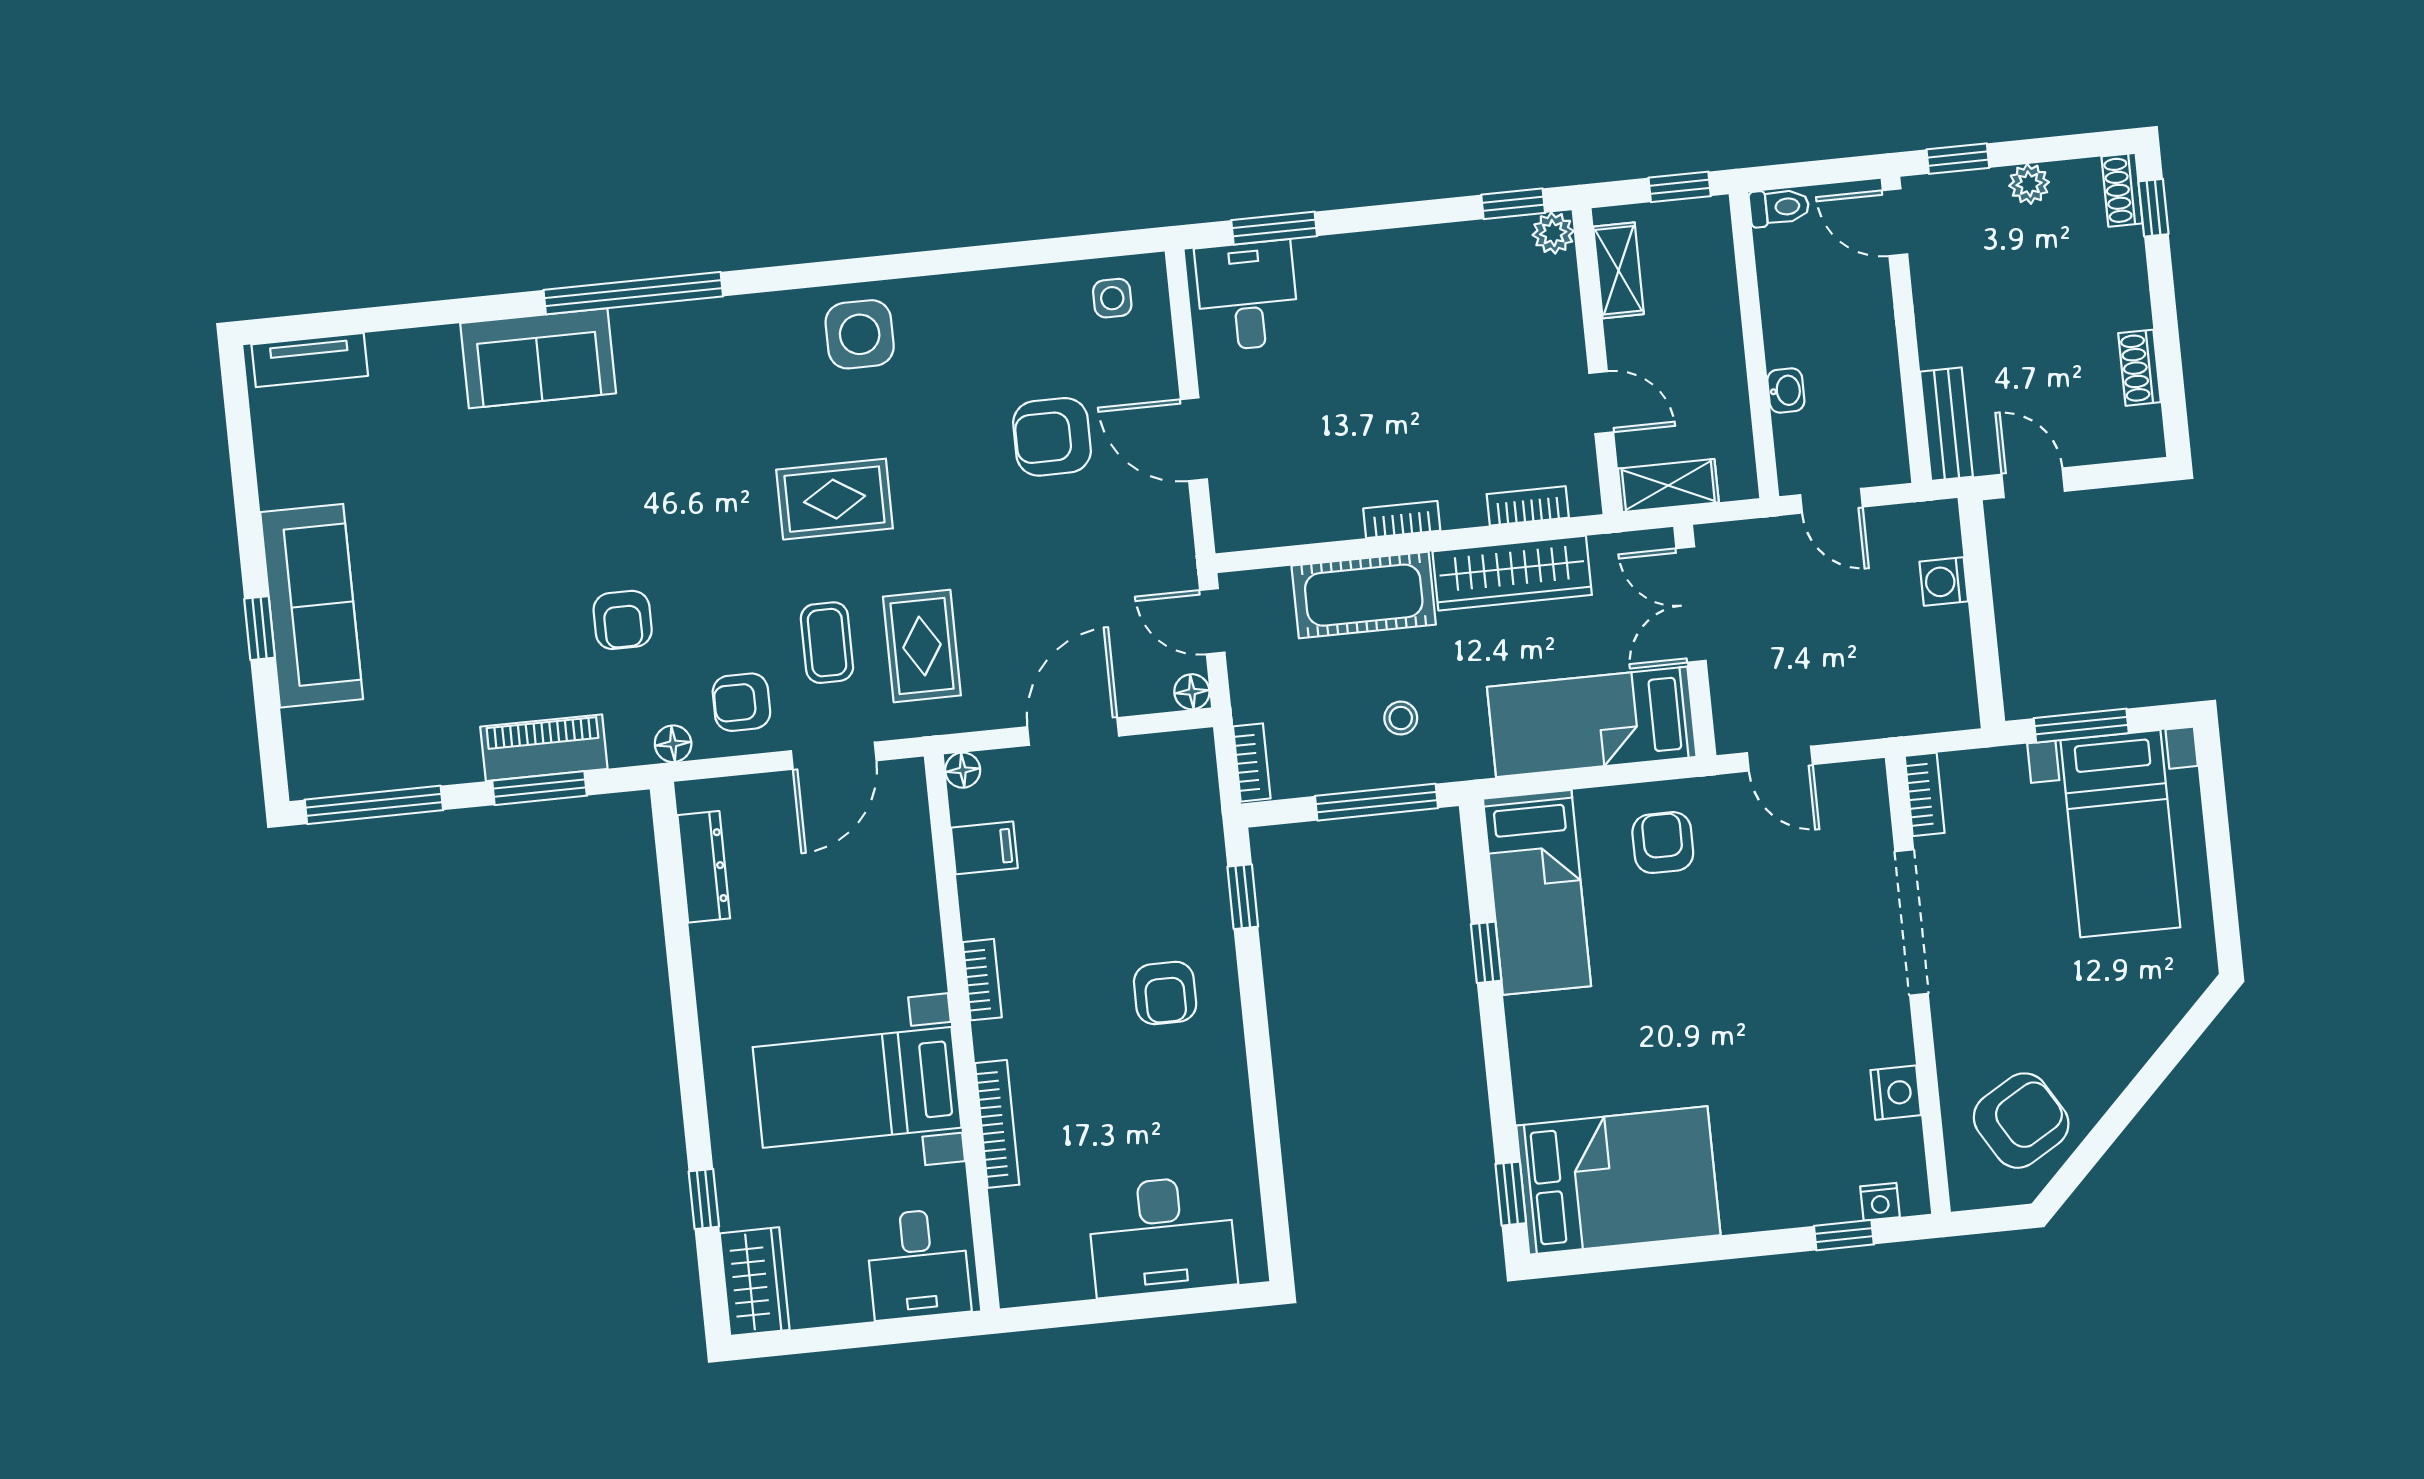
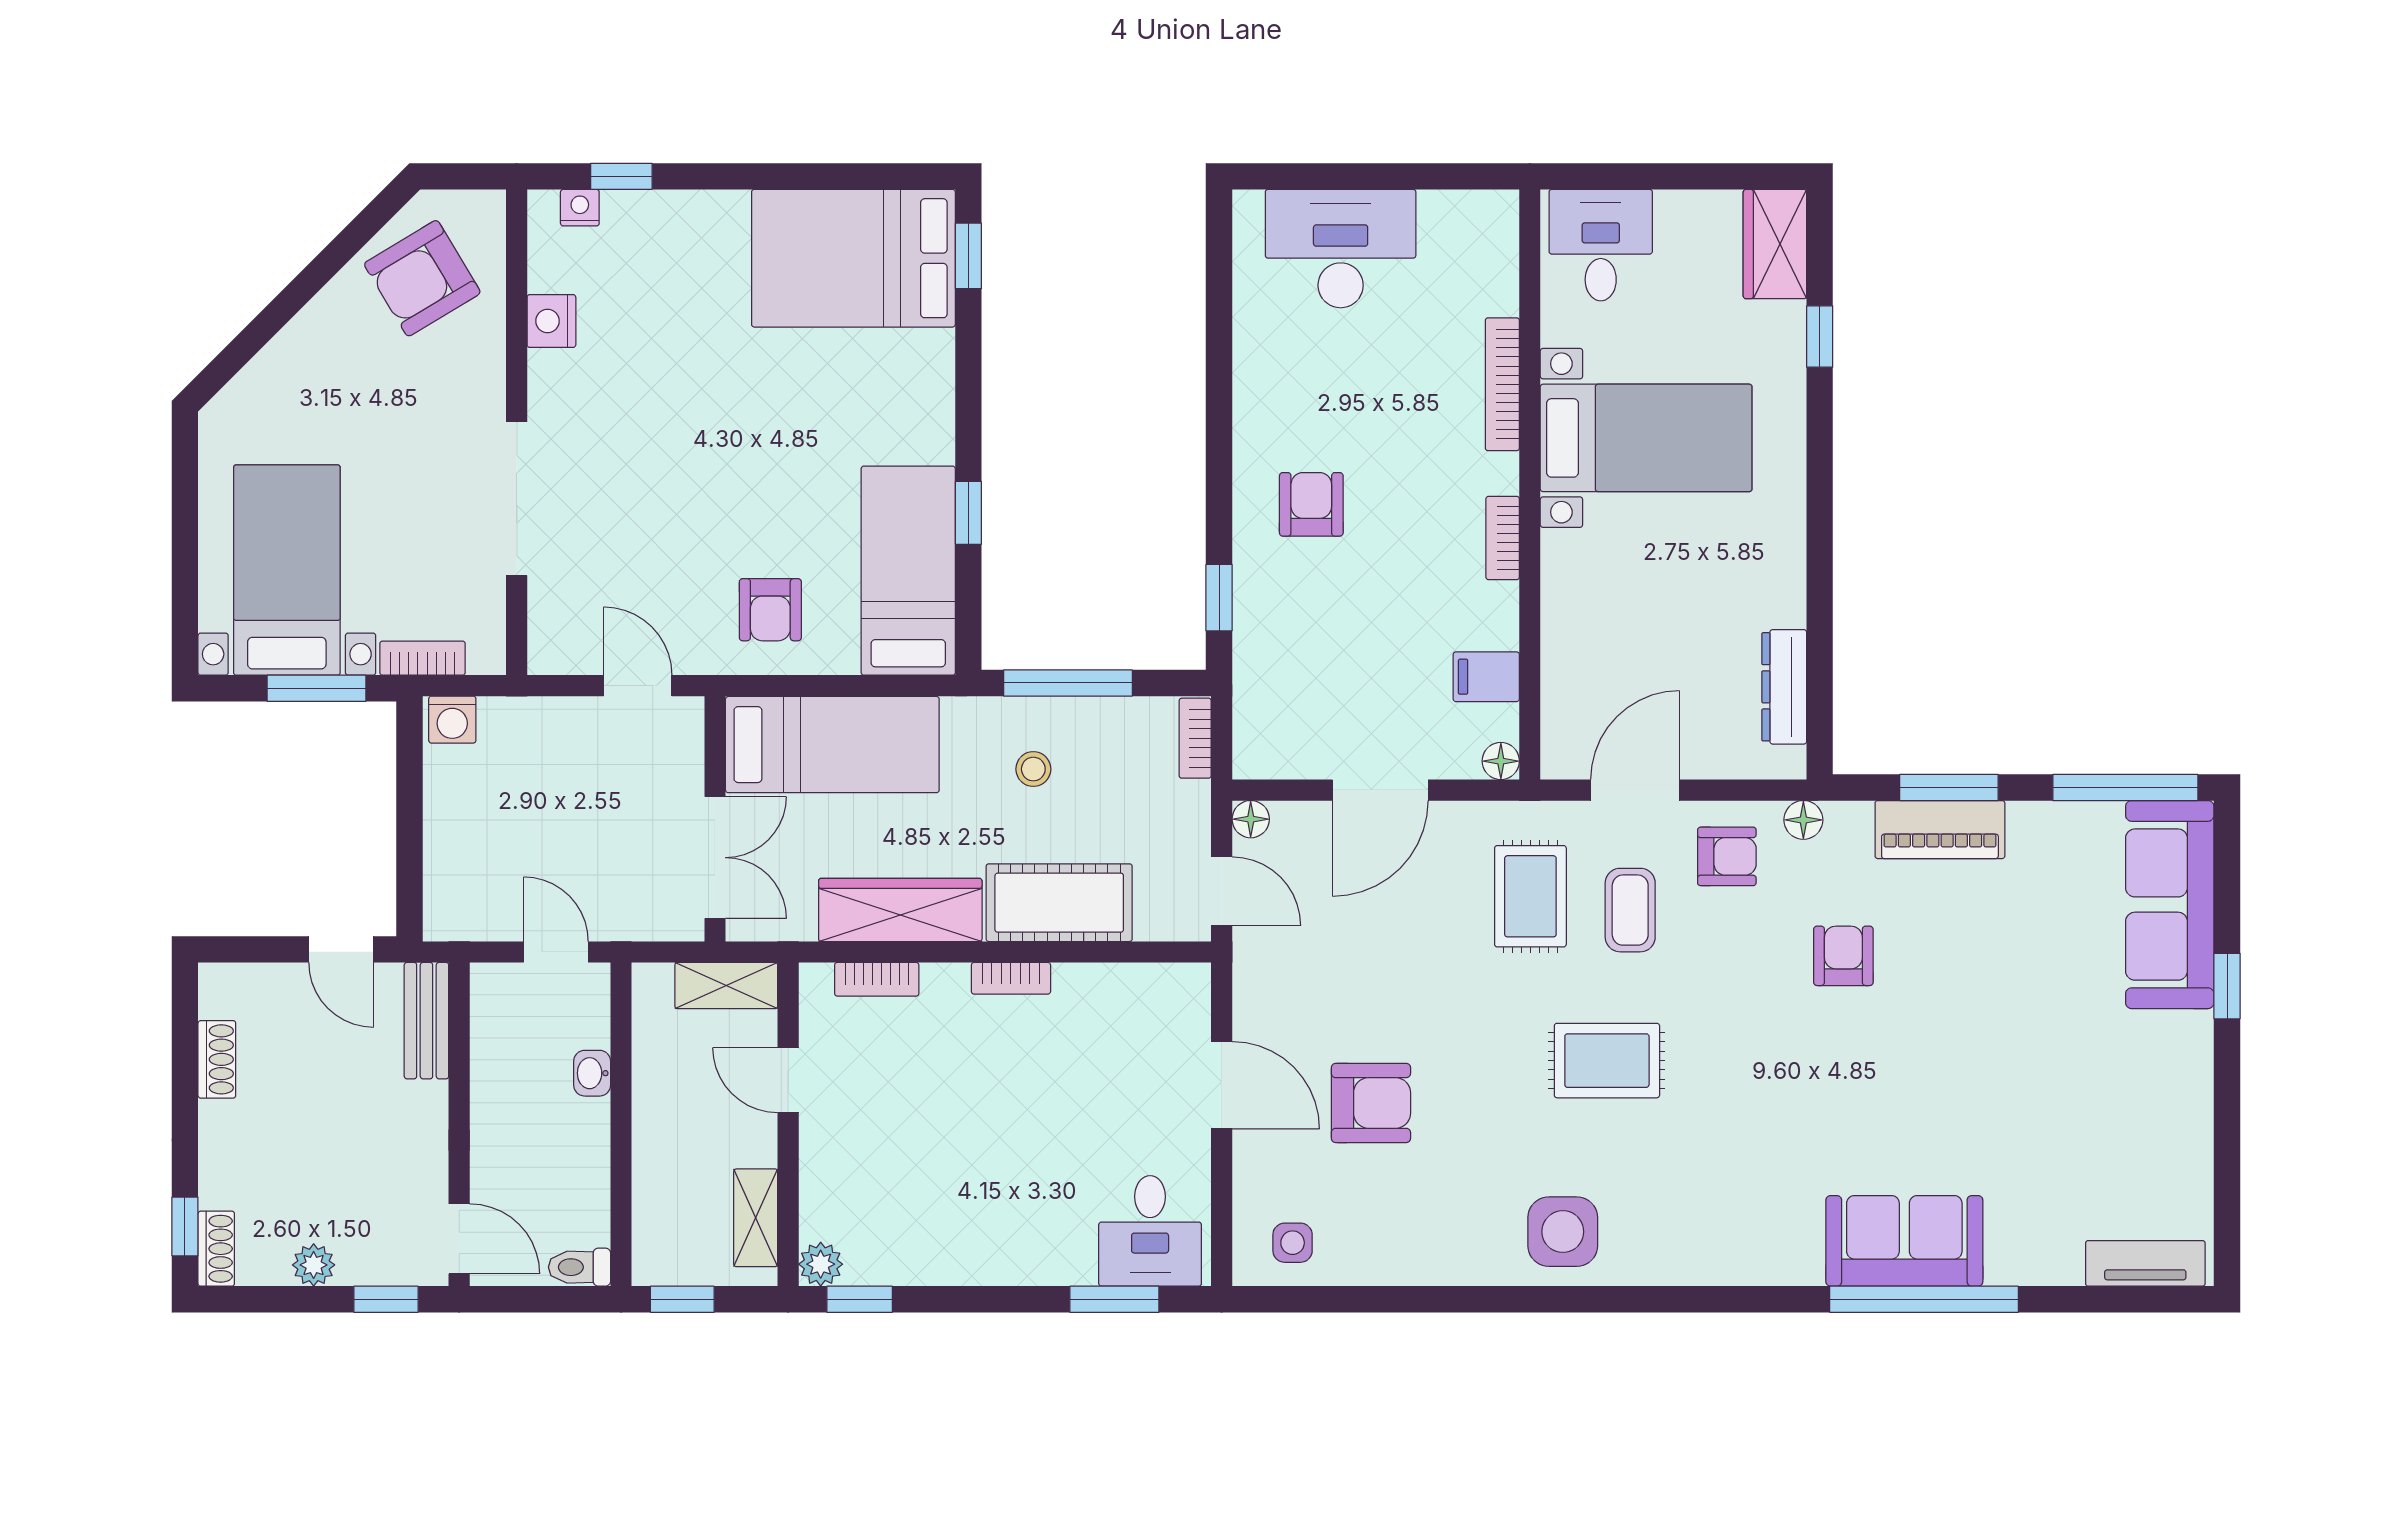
window: (633, 293) -> (1924, 1299), moved
washing machine: (1944, 582) -> (452, 720), moved, turned 90
sofa: (312, 606) -> (2170, 905), moved
bookcase: (1925, 794) -> (423, 658), moved, turned 90

